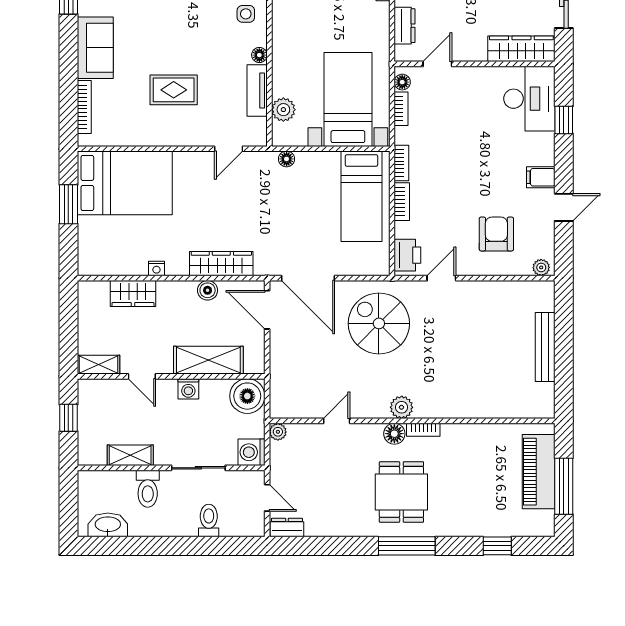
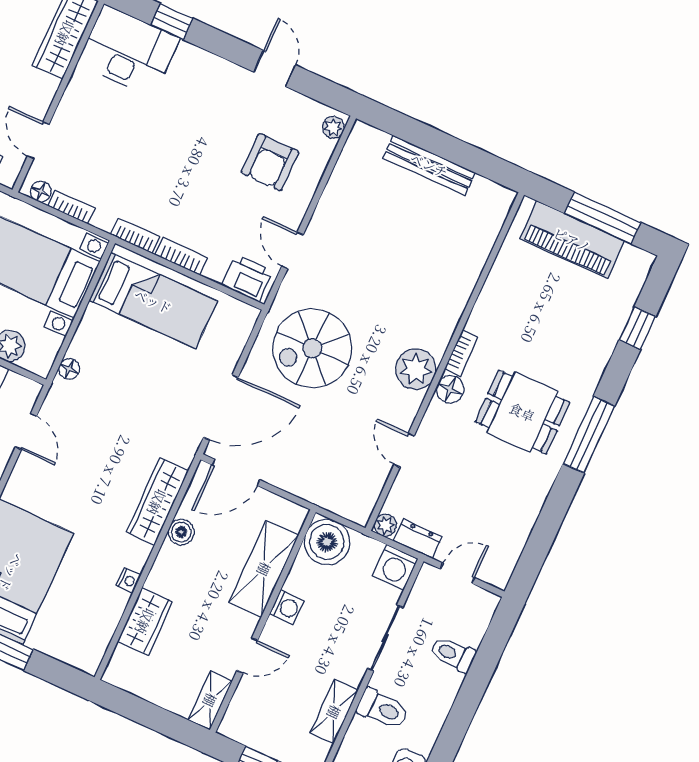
filing cabinet: (541, 177) -> (227, 79), removed
armchair: (496, 234) -> (270, 162), turned -90
plant: (402, 407) -> (416, 369), width x1.36, depth x1.36
dresser: (287, 528) -> (418, 539), moved, turned 90

